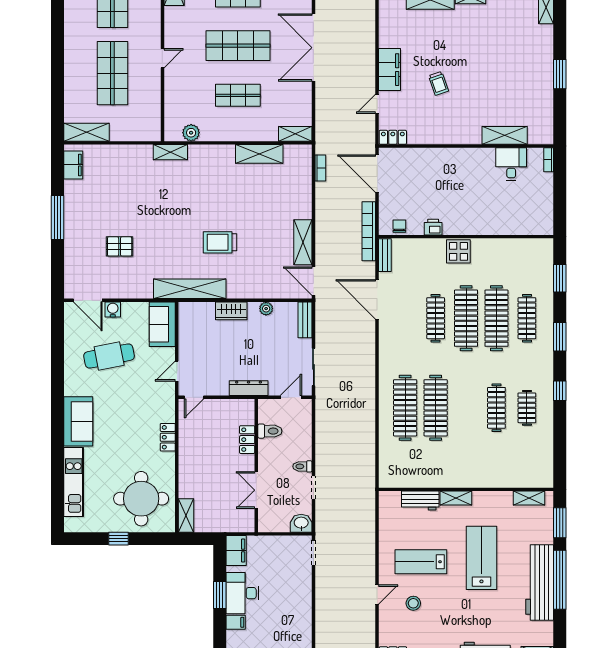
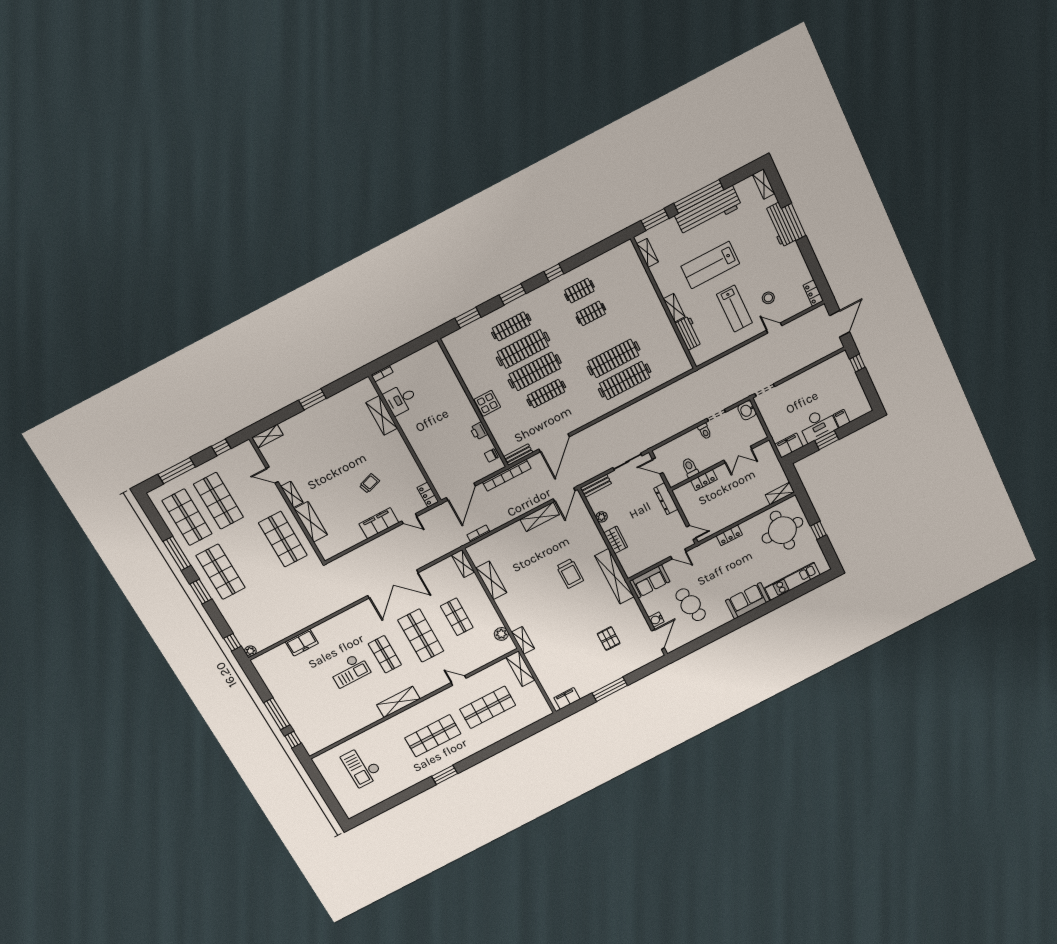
shelving: (87, 132) -> (520, 669), moved
clothes rail: (496, 408) -> (591, 313), width x0.73

